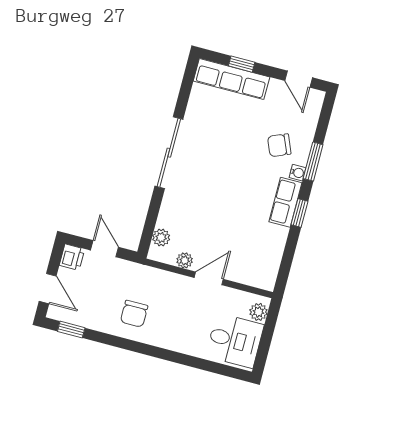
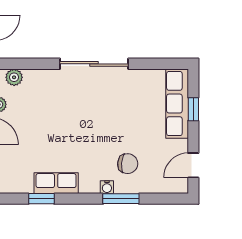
chair: (279, 145) -> (128, 164), turned 118
row of seats: (285, 202) -> (56, 183), moved
window: (299, 213) -> (41, 199), moved

